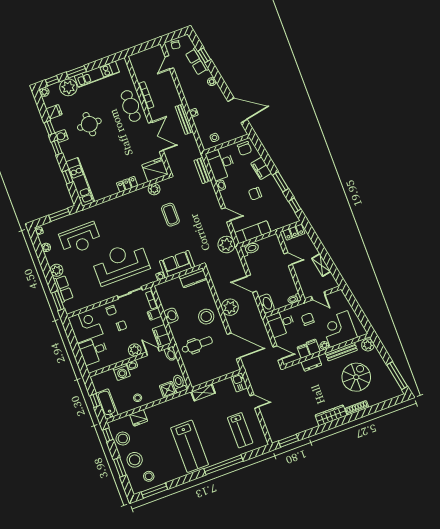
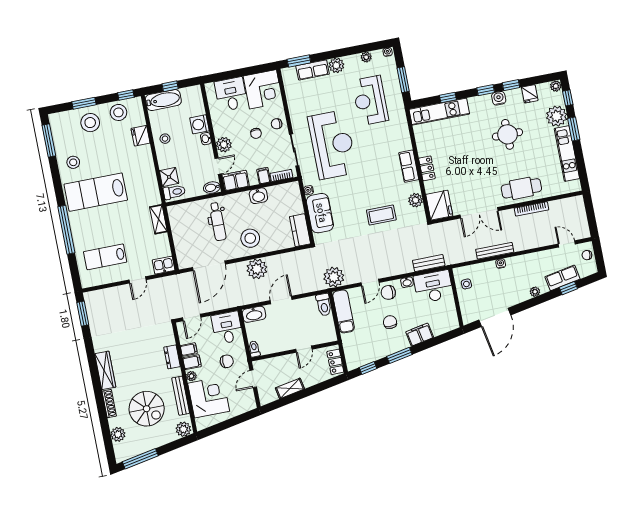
chair: (244, 148) -> (388, 292), moved
row of seats: (128, 199) -> (409, 166), added
plant: (381, 397) -> (118, 434), added
stool: (149, 476) -> (73, 162), moved

